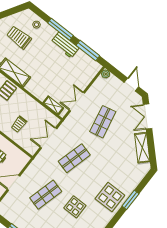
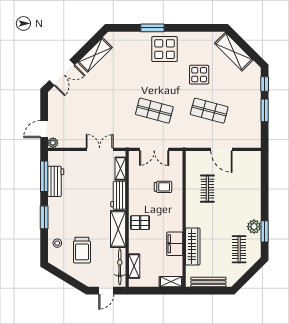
window: (60, 29) -> (44, 217), width x0.69
workbench: (65, 45) -> (56, 181), moved
door: (131, 85) -> (44, 129), moved
workbench: (37, 90) -> (118, 195), added
double door: (77, 102) -> (100, 149), swing flipped
shop shelf: (103, 122) -> (100, 111), removed

